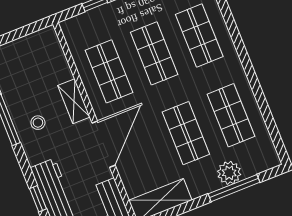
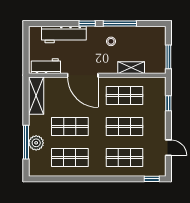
window: (27, 30) -> (168, 57), added
shelving: (74, 101) -> (131, 68), moved
window: (38, 199) -> (87, 23), moved

